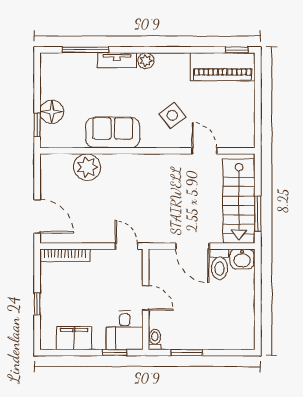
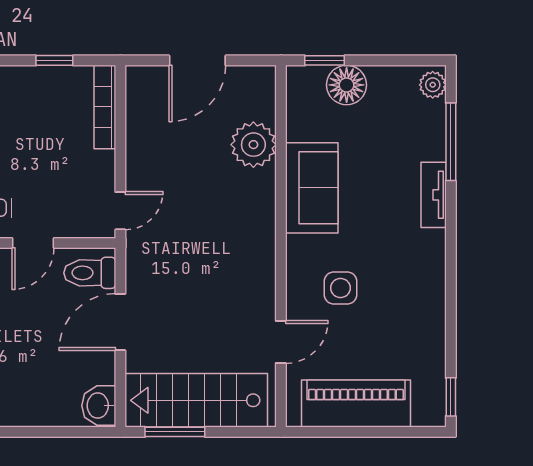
plant: (146, 61) -> (433, 85), moved
piano: (223, 67) -> (356, 404), moved, turned 90
side table: (172, 115) -> (340, 288), turned 37
door: (37, 216) -> (197, 60), moved
toilet: (219, 264) -> (90, 273), moved
window: (37, 304) -> (54, 60), moved

